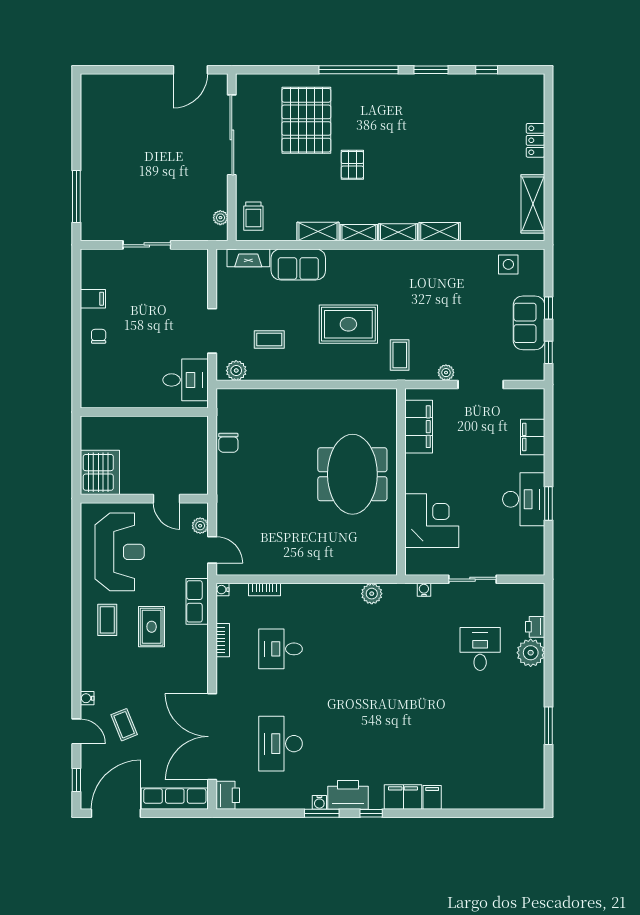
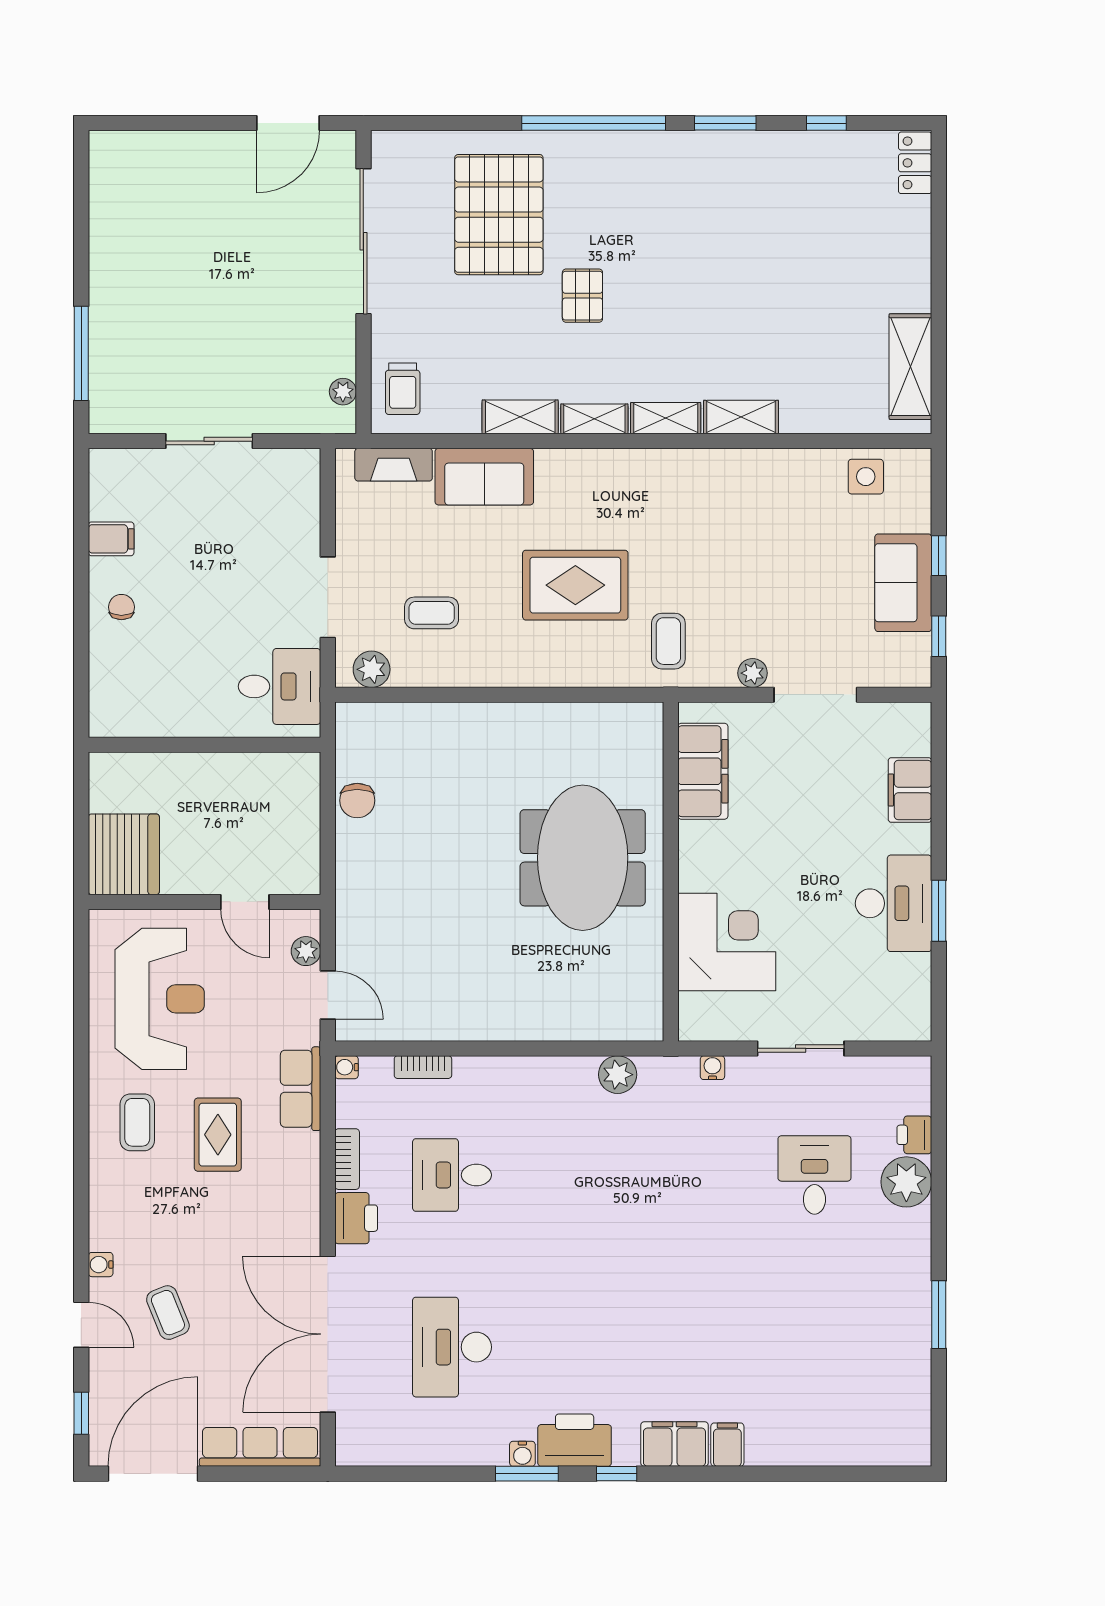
locker: (535, 140) -> (915, 163), moved
printer: (228, 795) -> (356, 1218), moved

